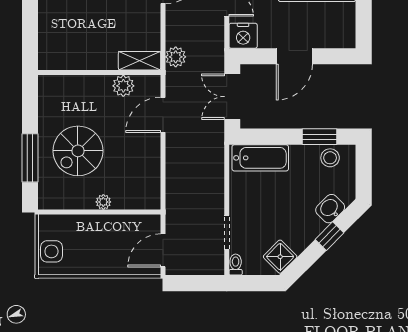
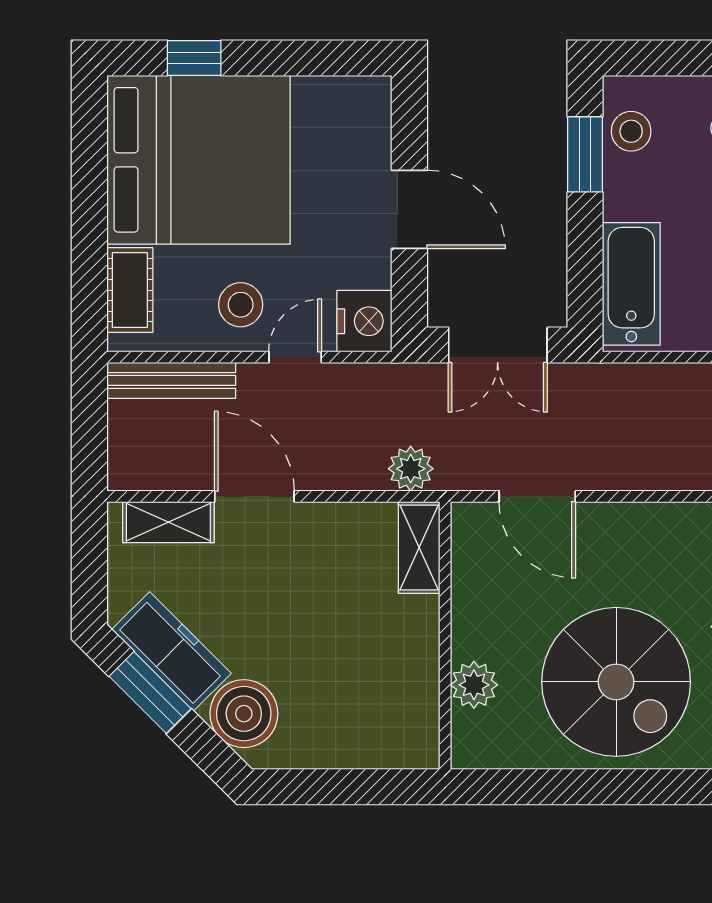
plant: (123, 86) -> (474, 685), moved
spiral stairs: (78, 151) -> (616, 682), width x1.37, depth x1.37
window: (30, 158) -> (631, 787), removed

